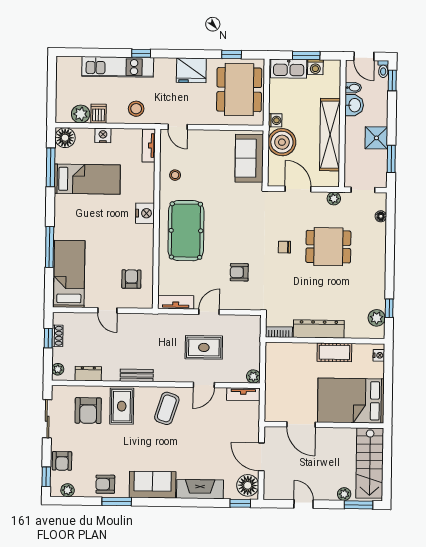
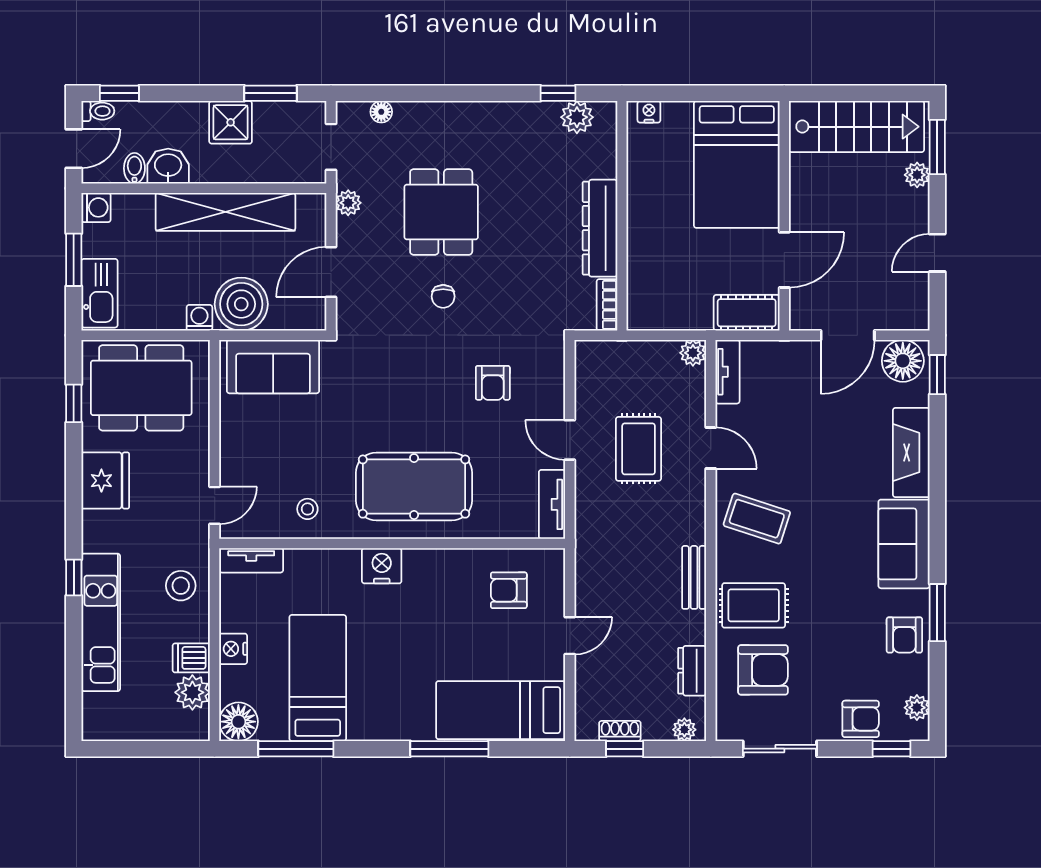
washing machine: (315, 67) -> (96, 207), moved
cot: (334, 352) -> (747, 313), moved, turned 90

